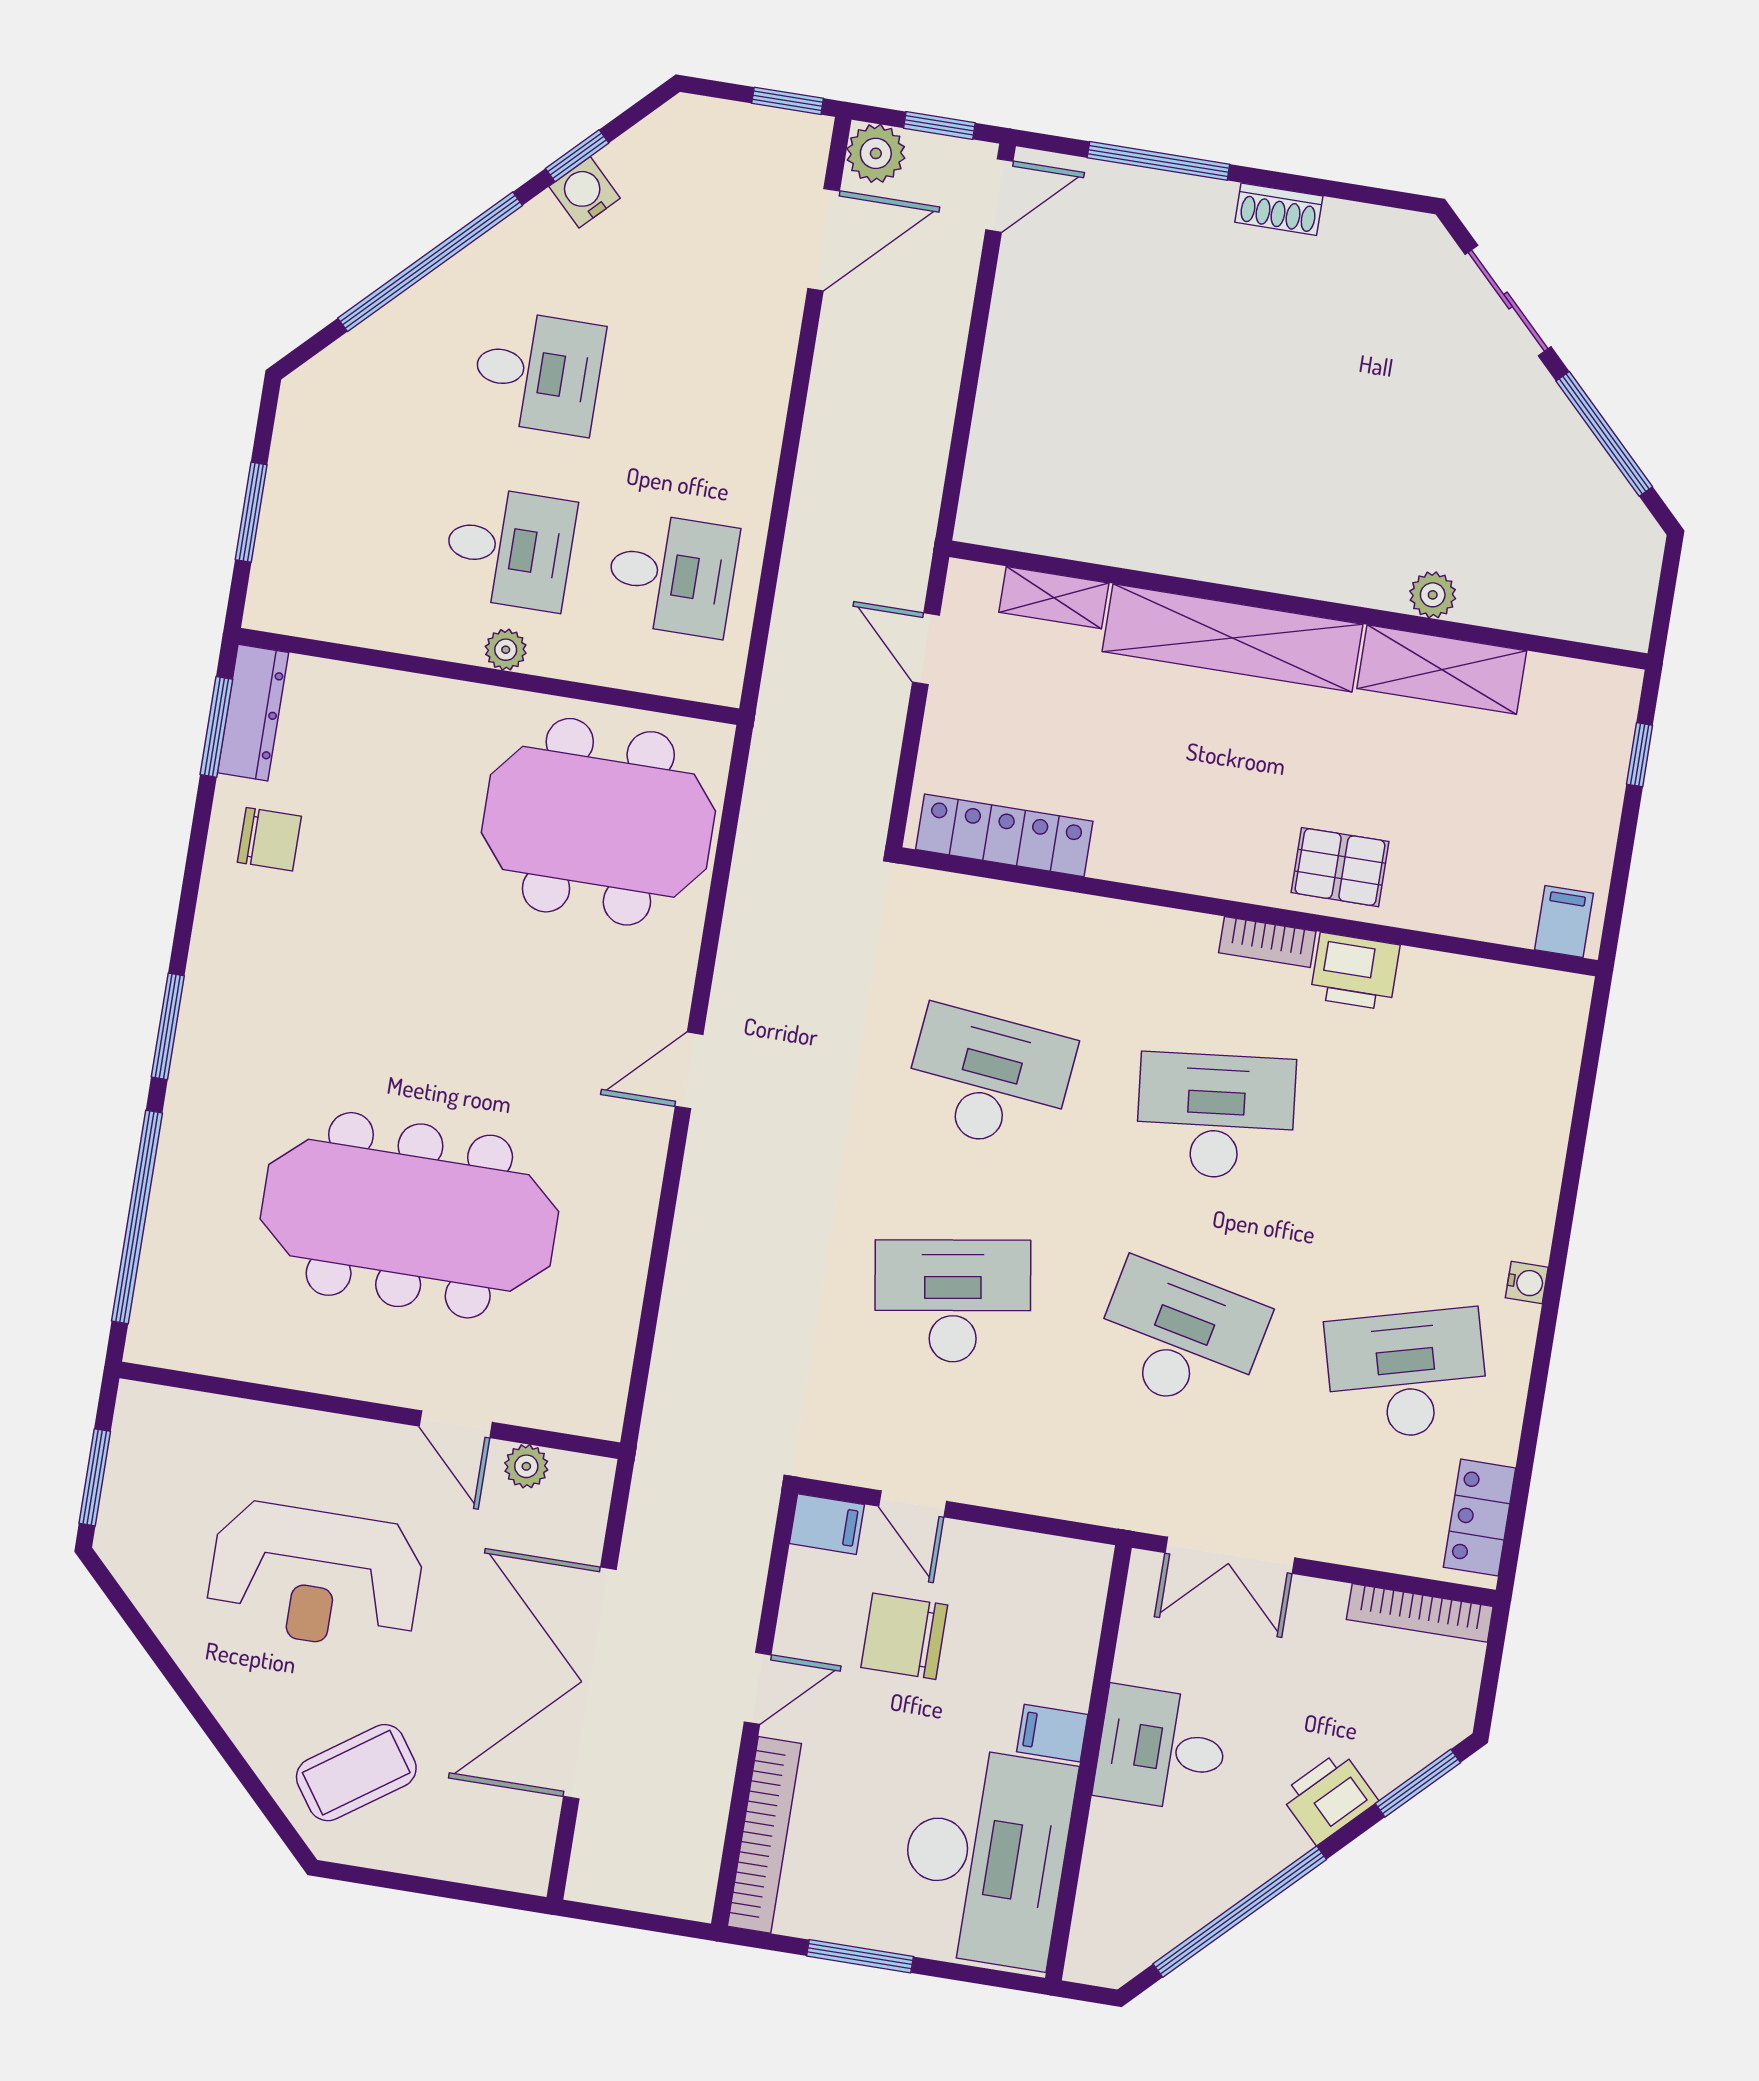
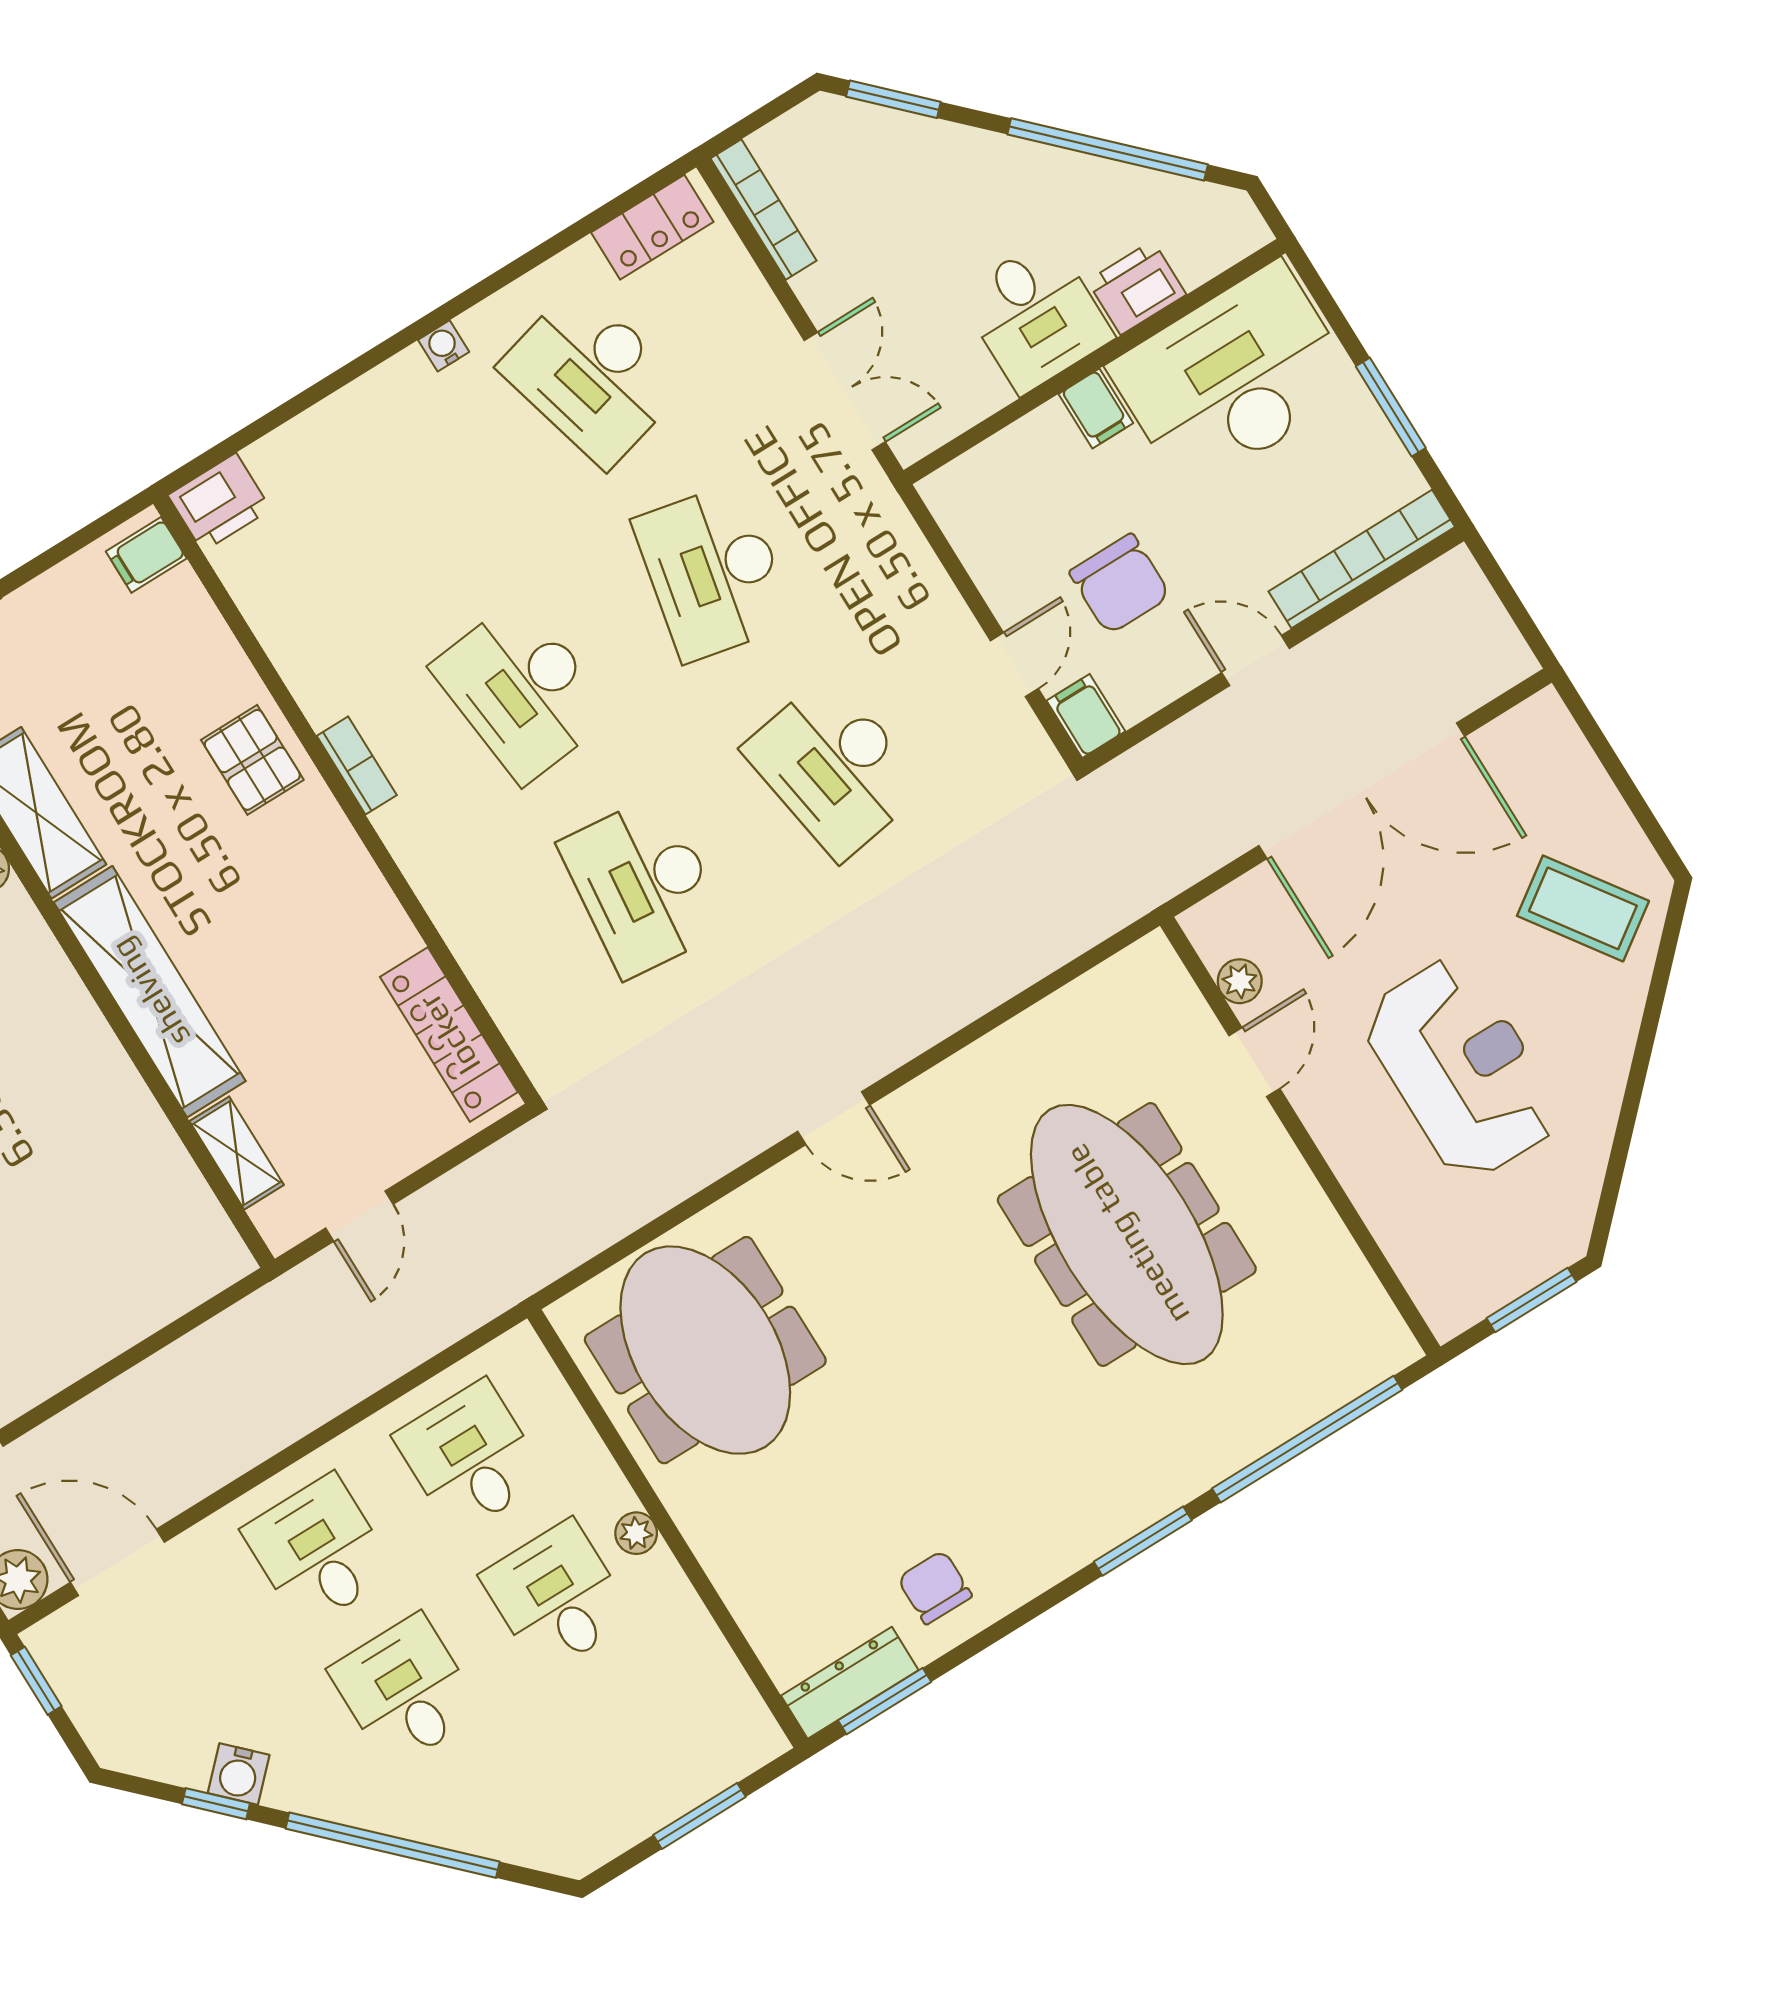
desk: (700, 399) -> (319, 1551), added
printer: (1355, 971) -> (219, 502), moved, turned 90
printer: (1329, 1797) -> (1137, 288), moved, turned 135

